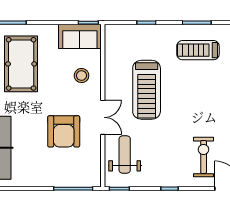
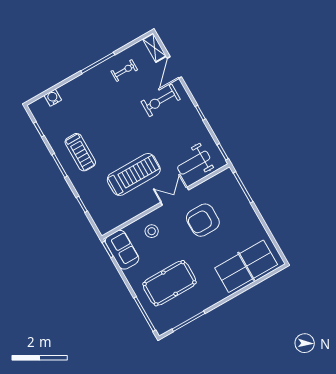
armchair: (64, 131) -> (203, 220), turned 180

